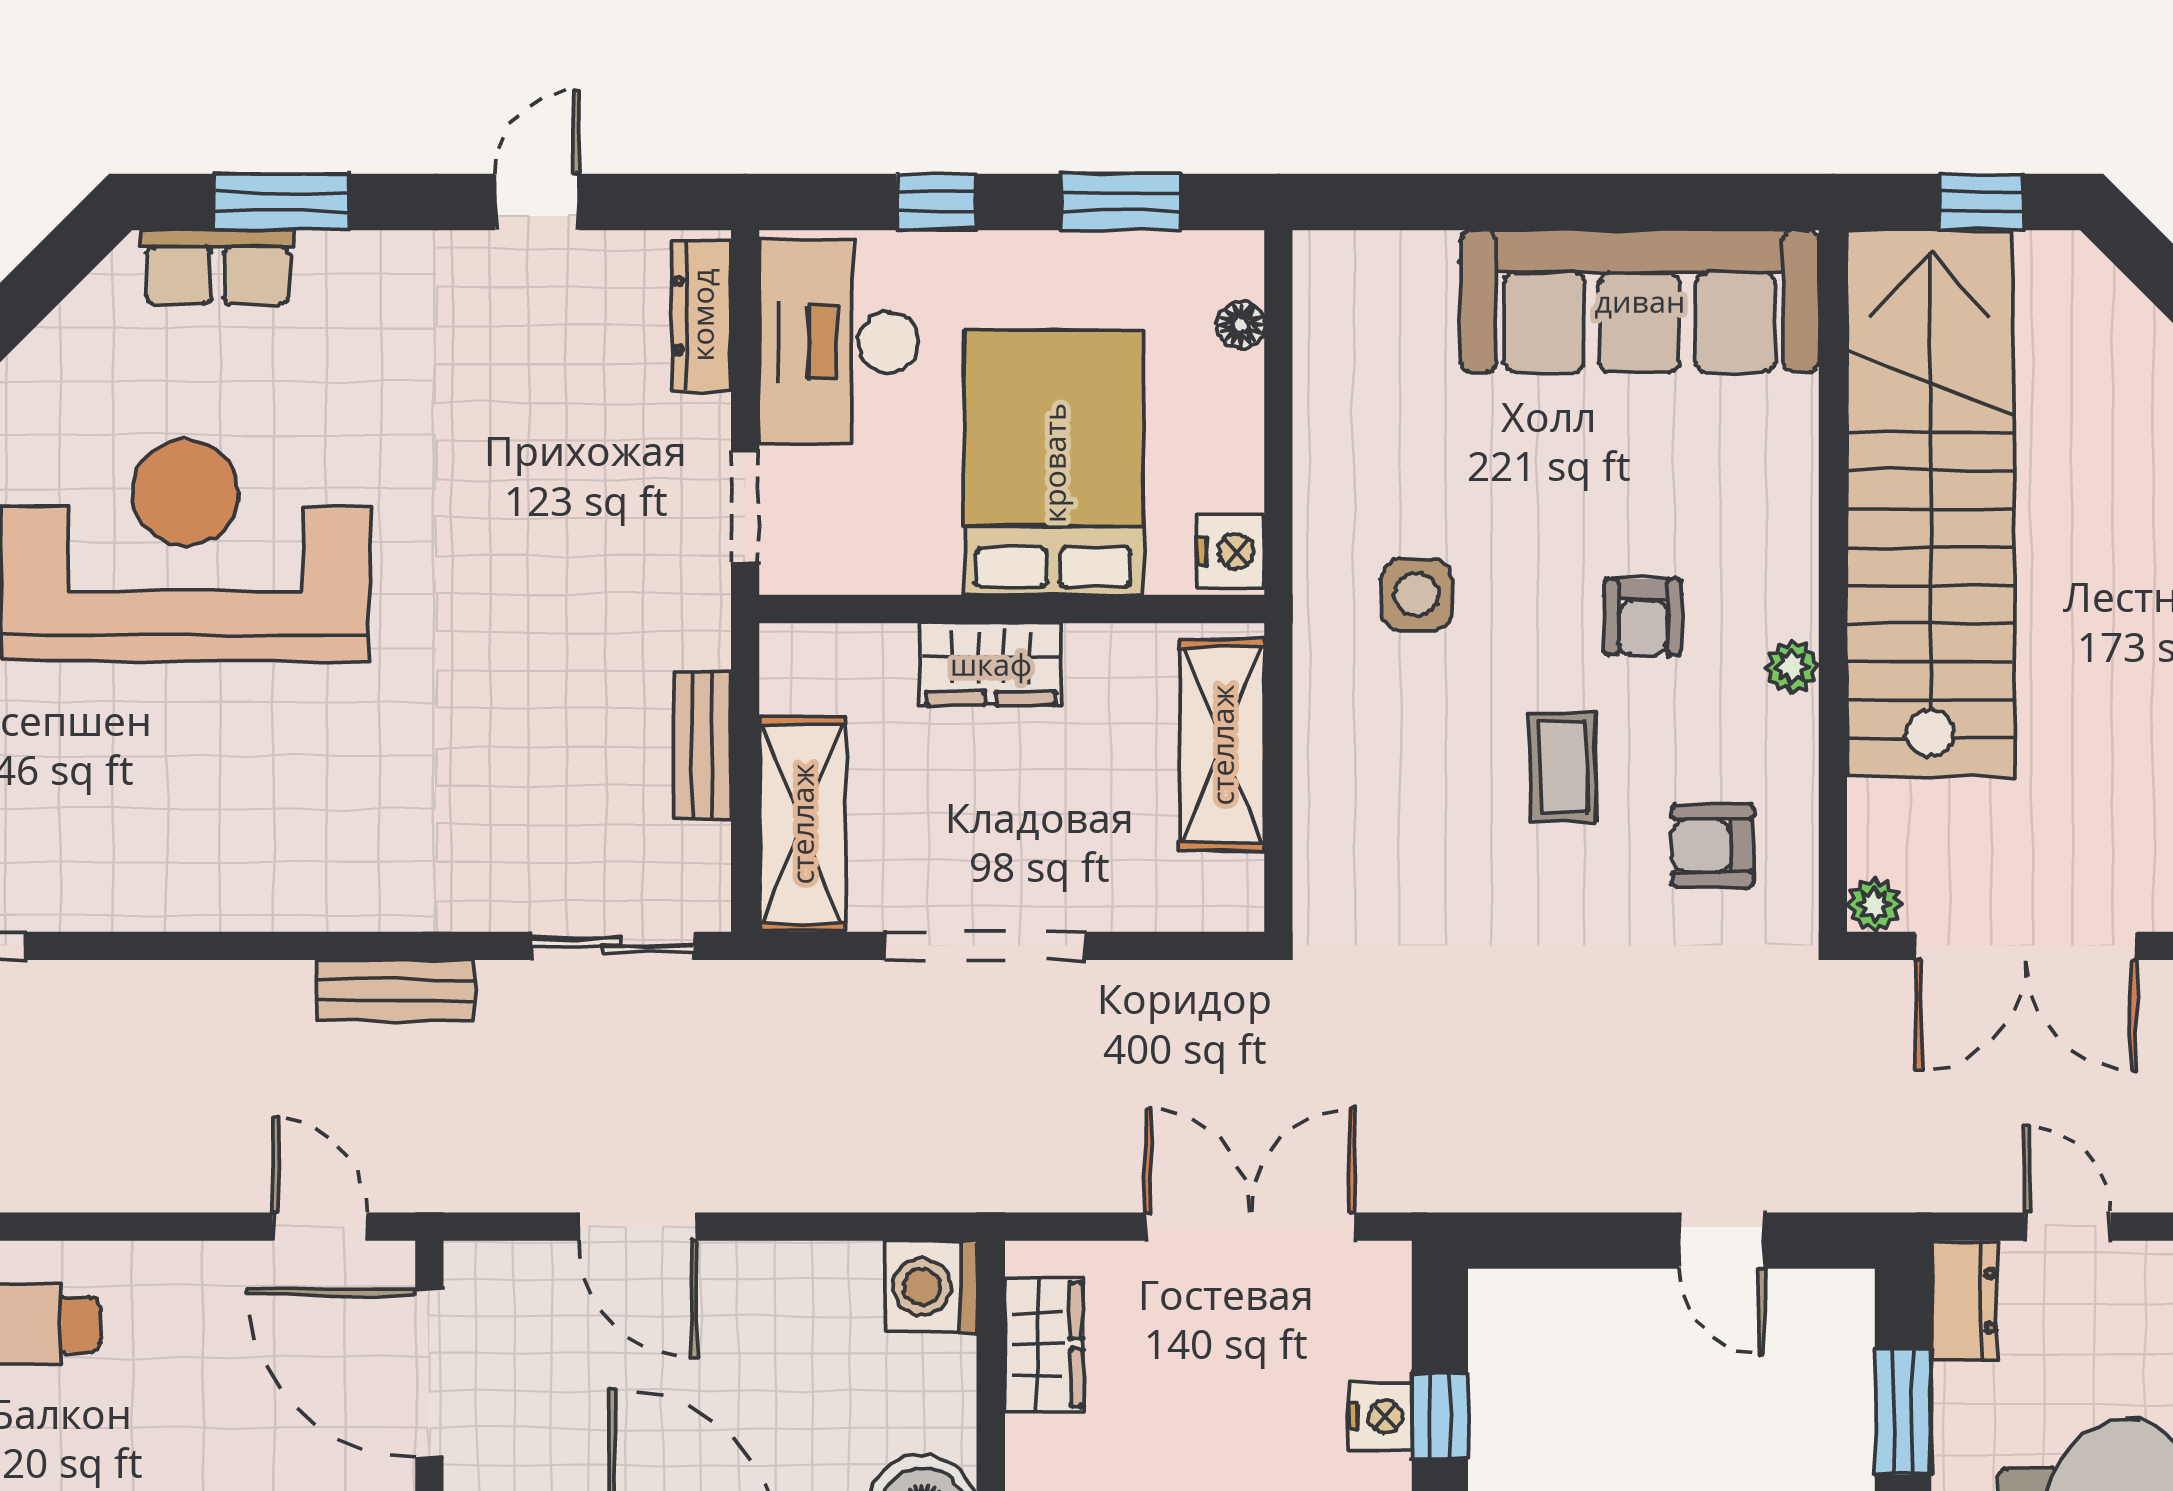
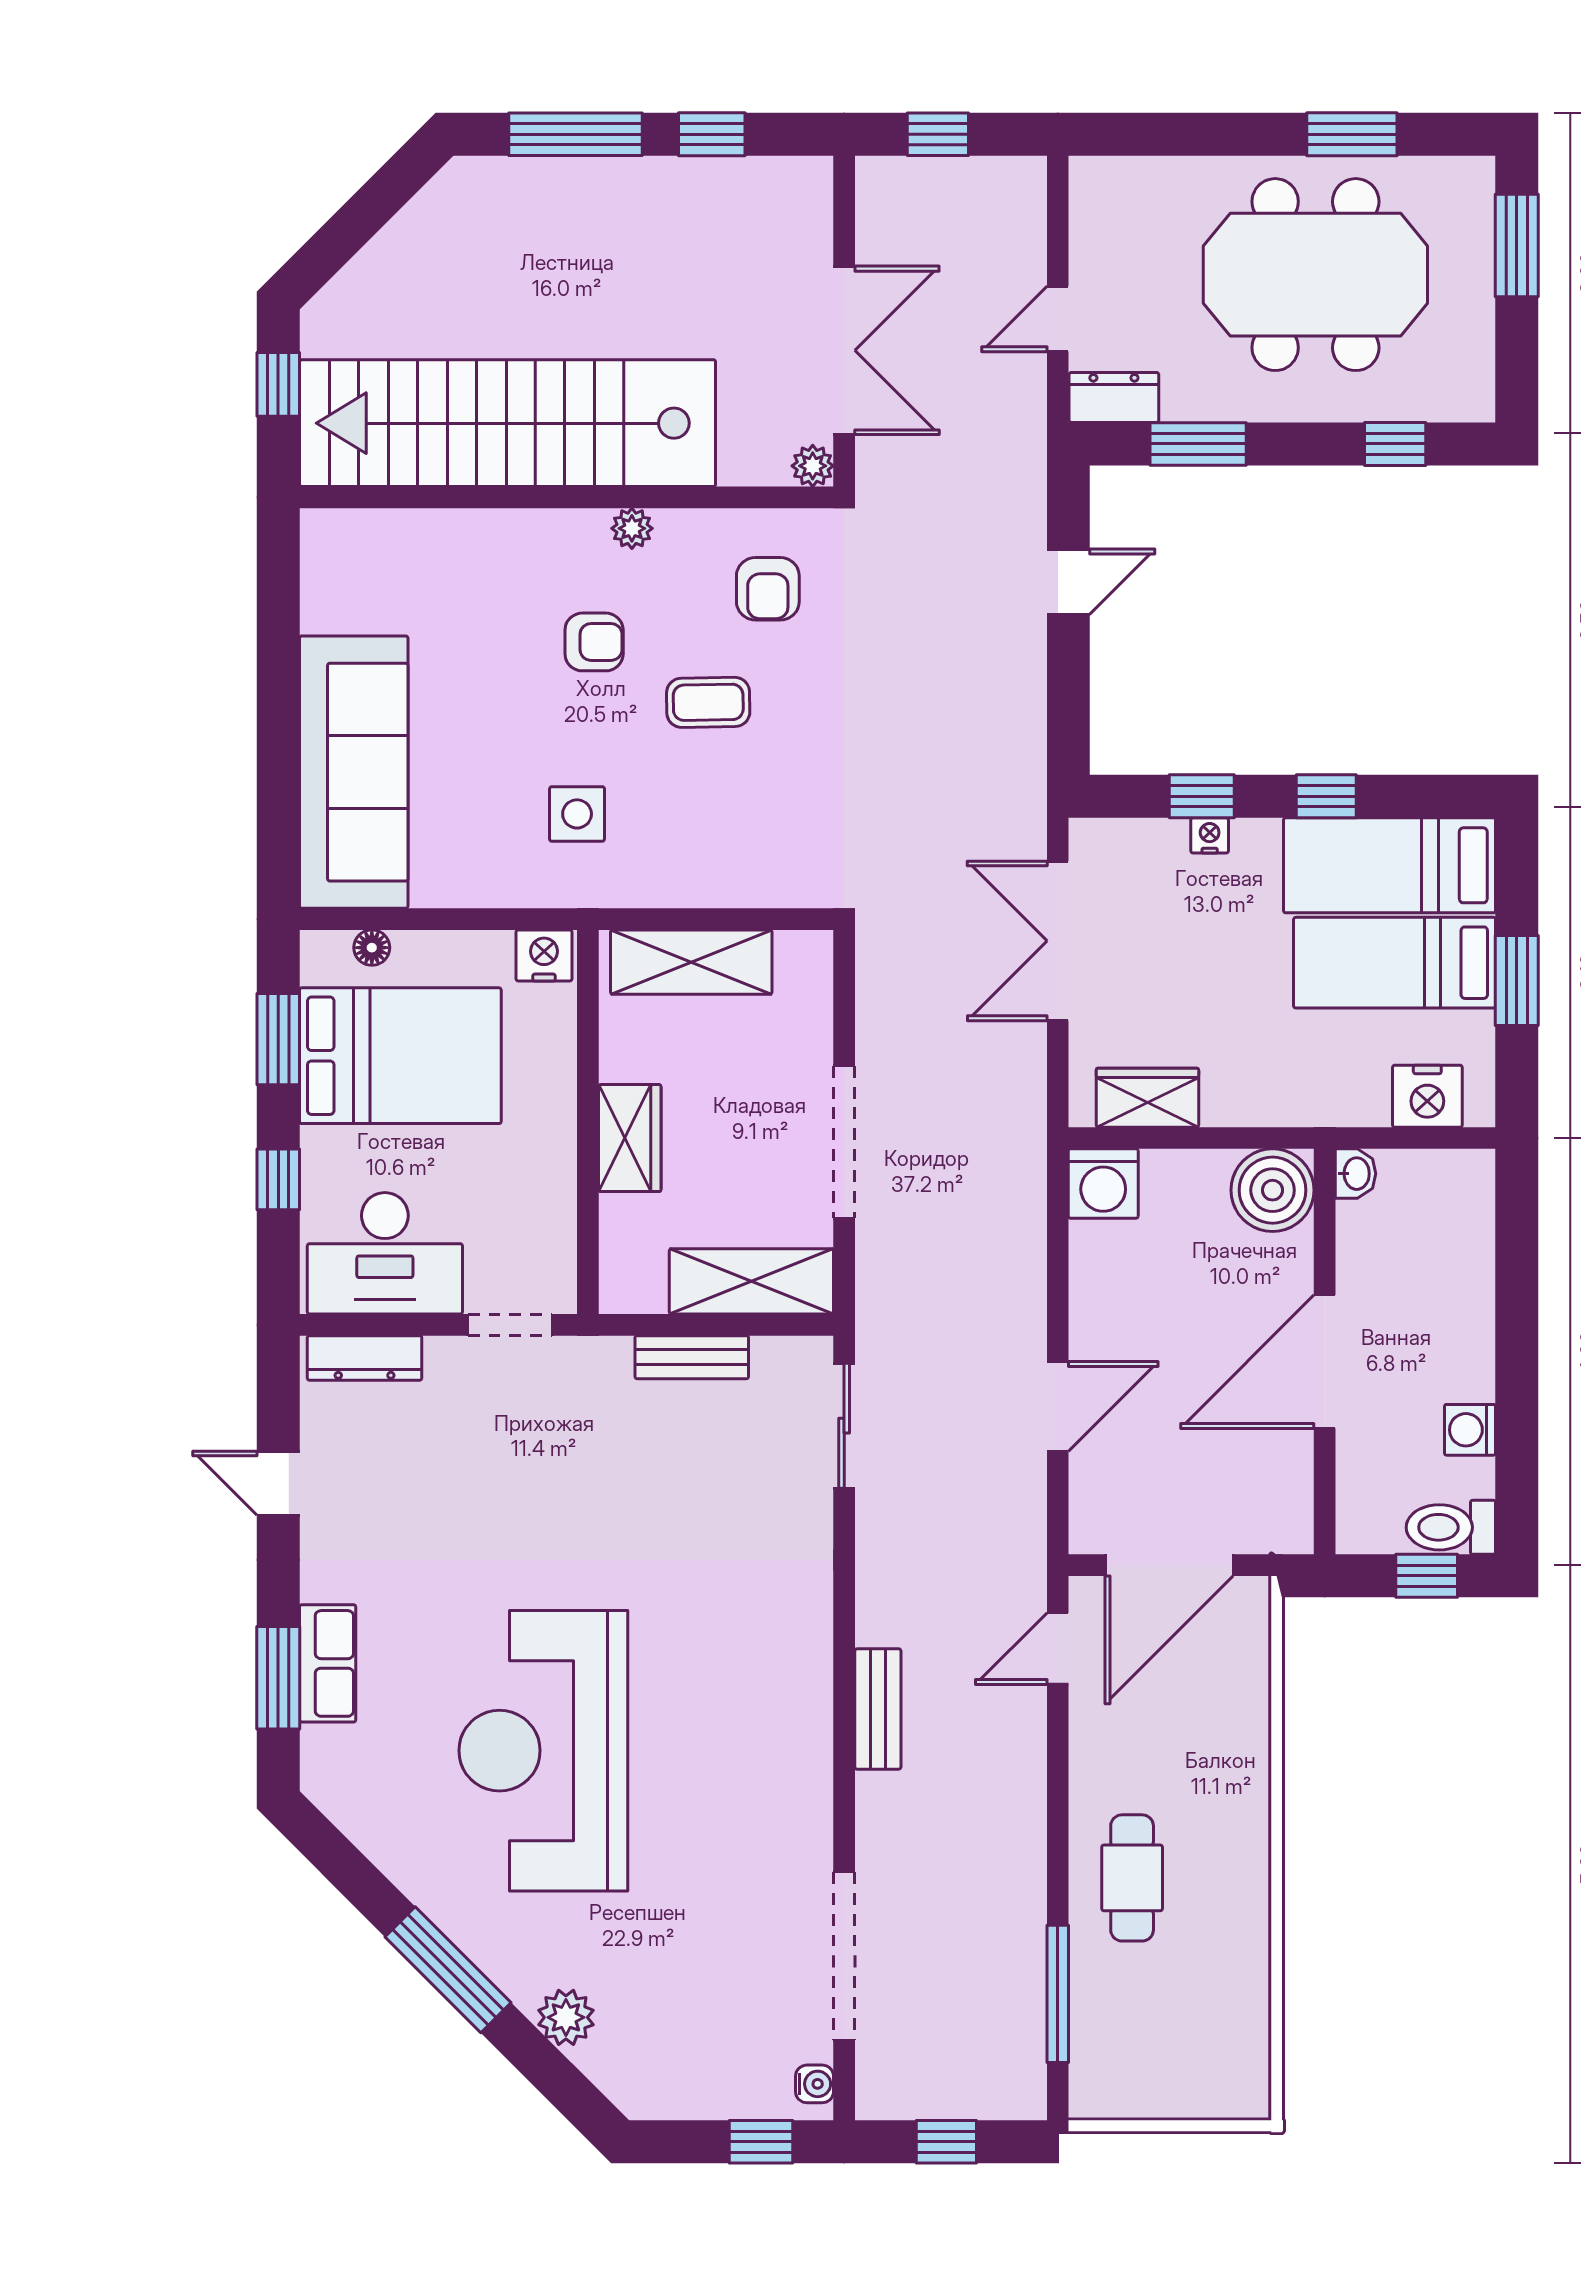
row of seats: (218, 267) -> (328, 1663), moved
sofa: (1640, 301) -> (354, 772), moved
bed: (1054, 463) -> (400, 1056), moved, turned 180
bench: (395, 990) -> (878, 1709), moved
nightstand: (1380, 1417) -> (1210, 835), width x0.72, depth x0.74

